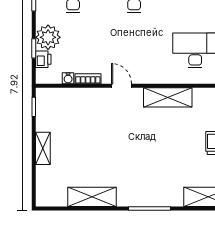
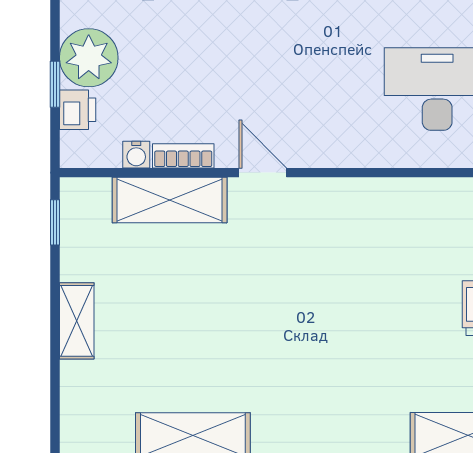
shelving: (168, 97) -> (170, 200), moved

